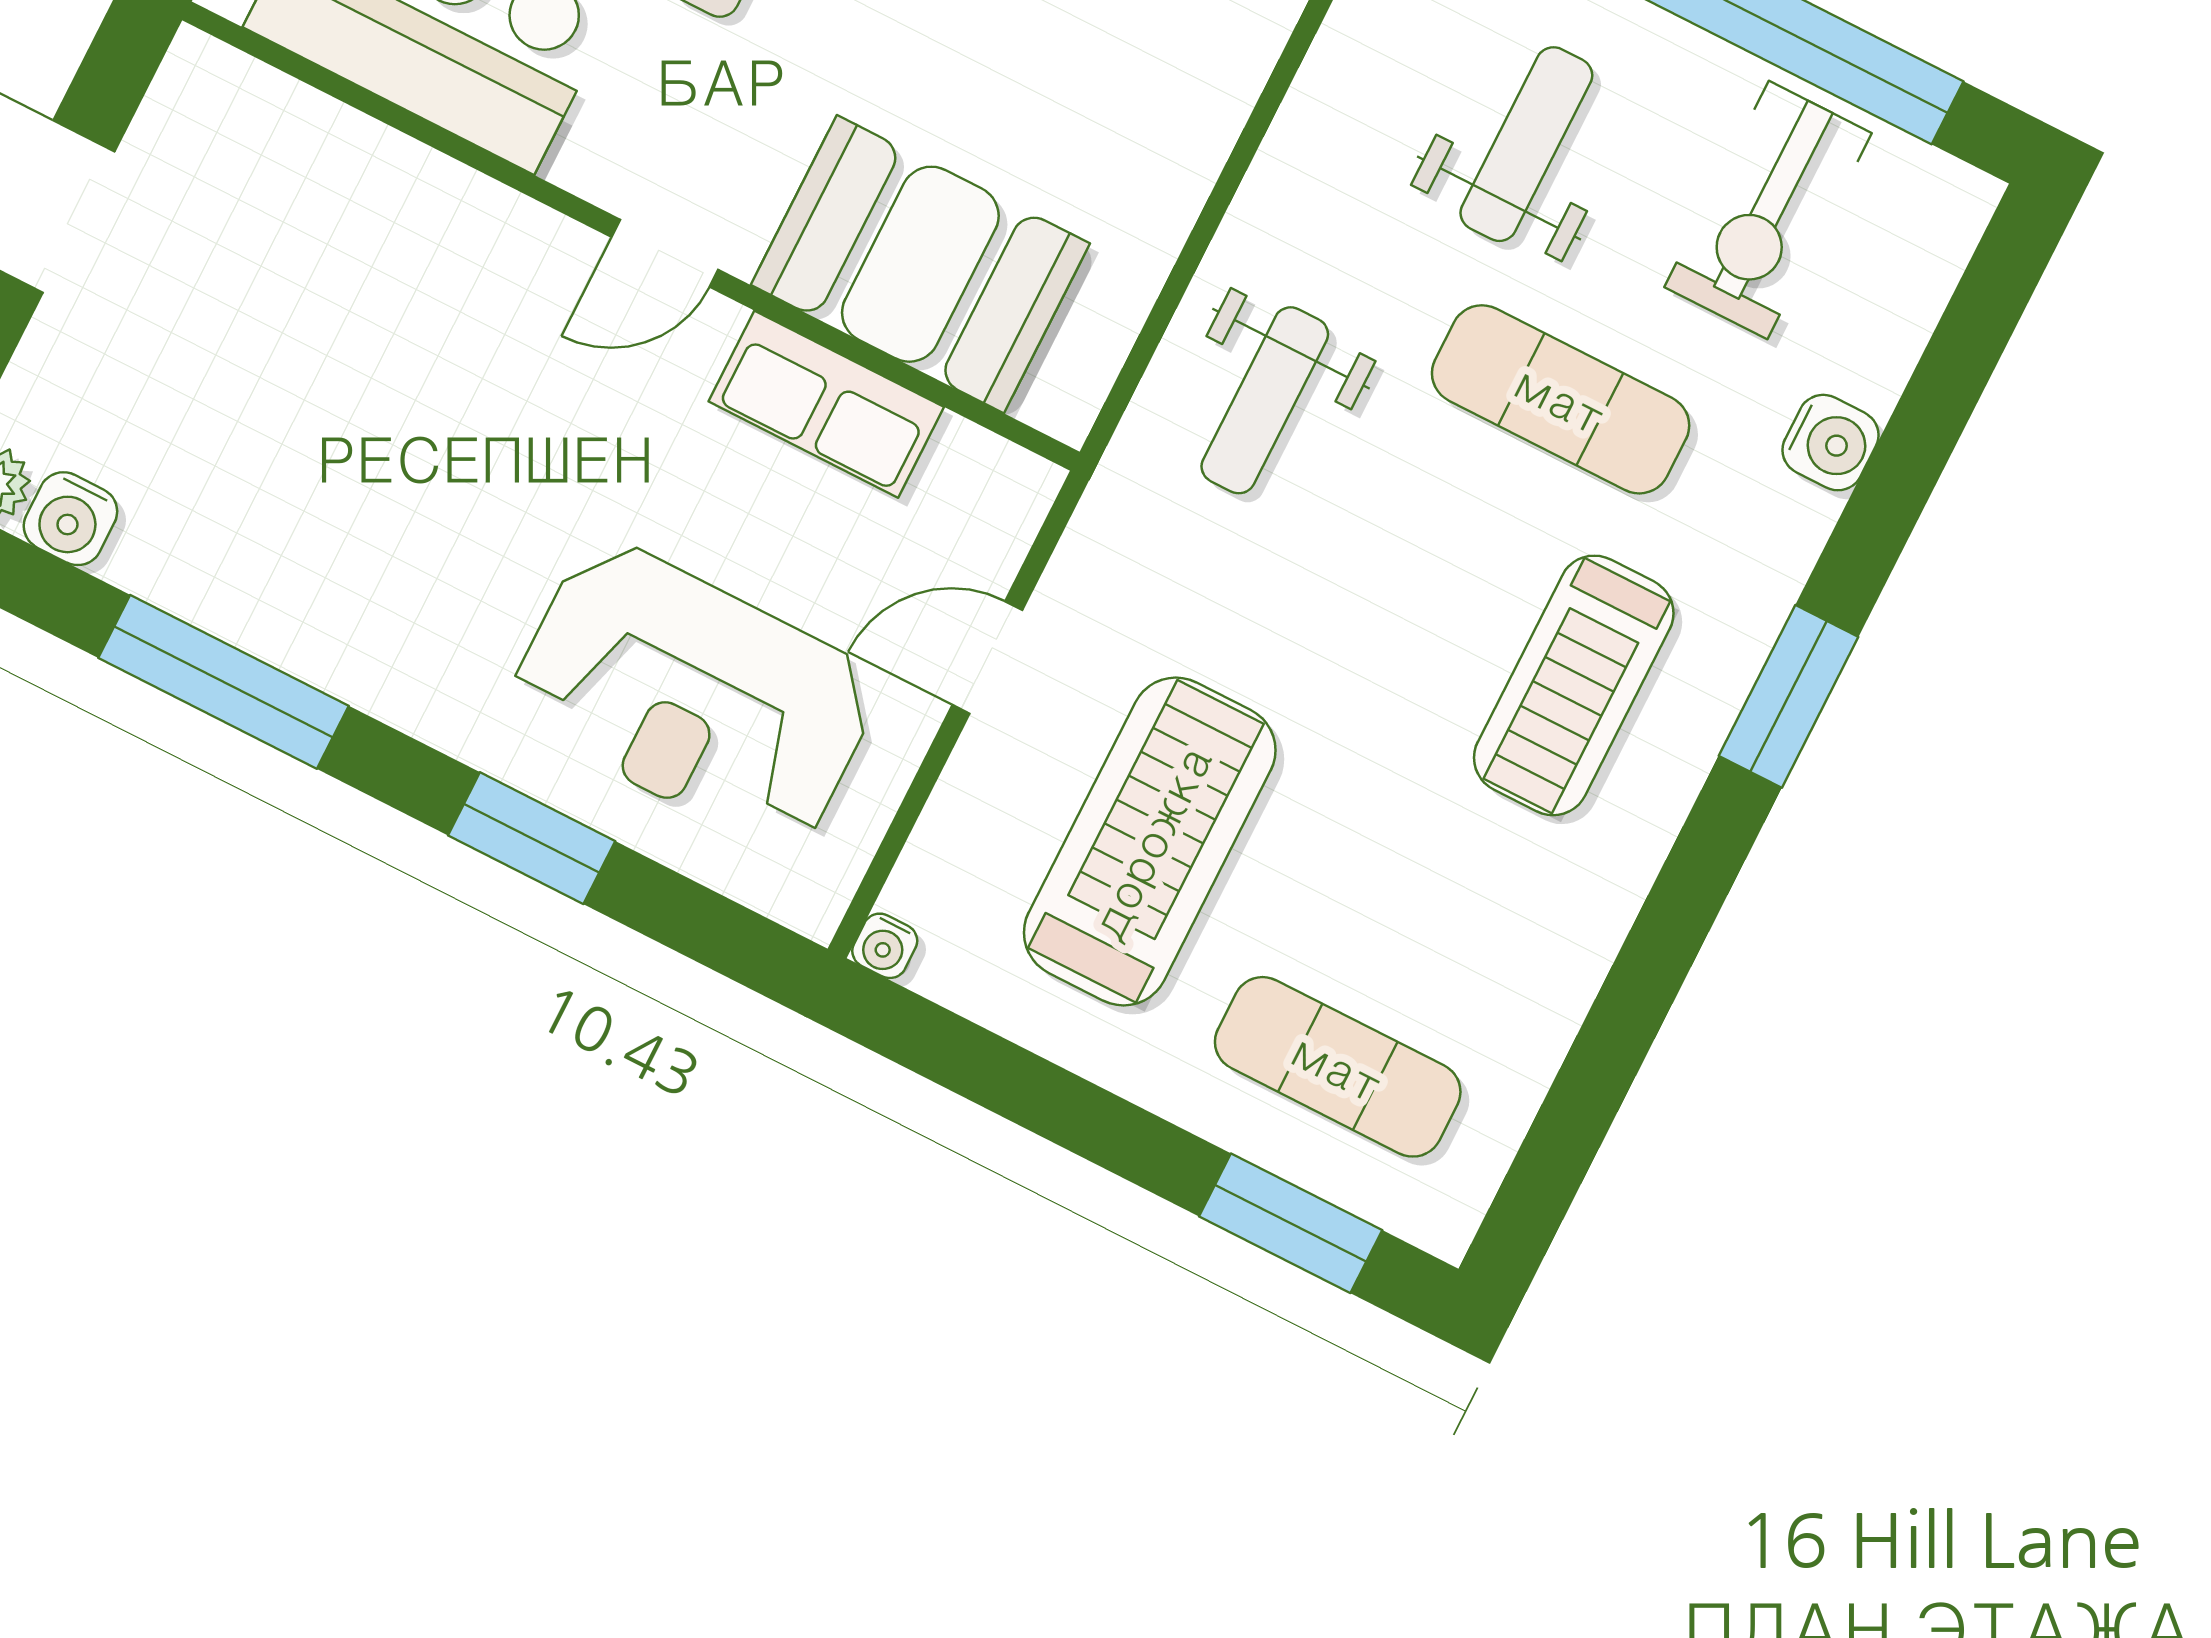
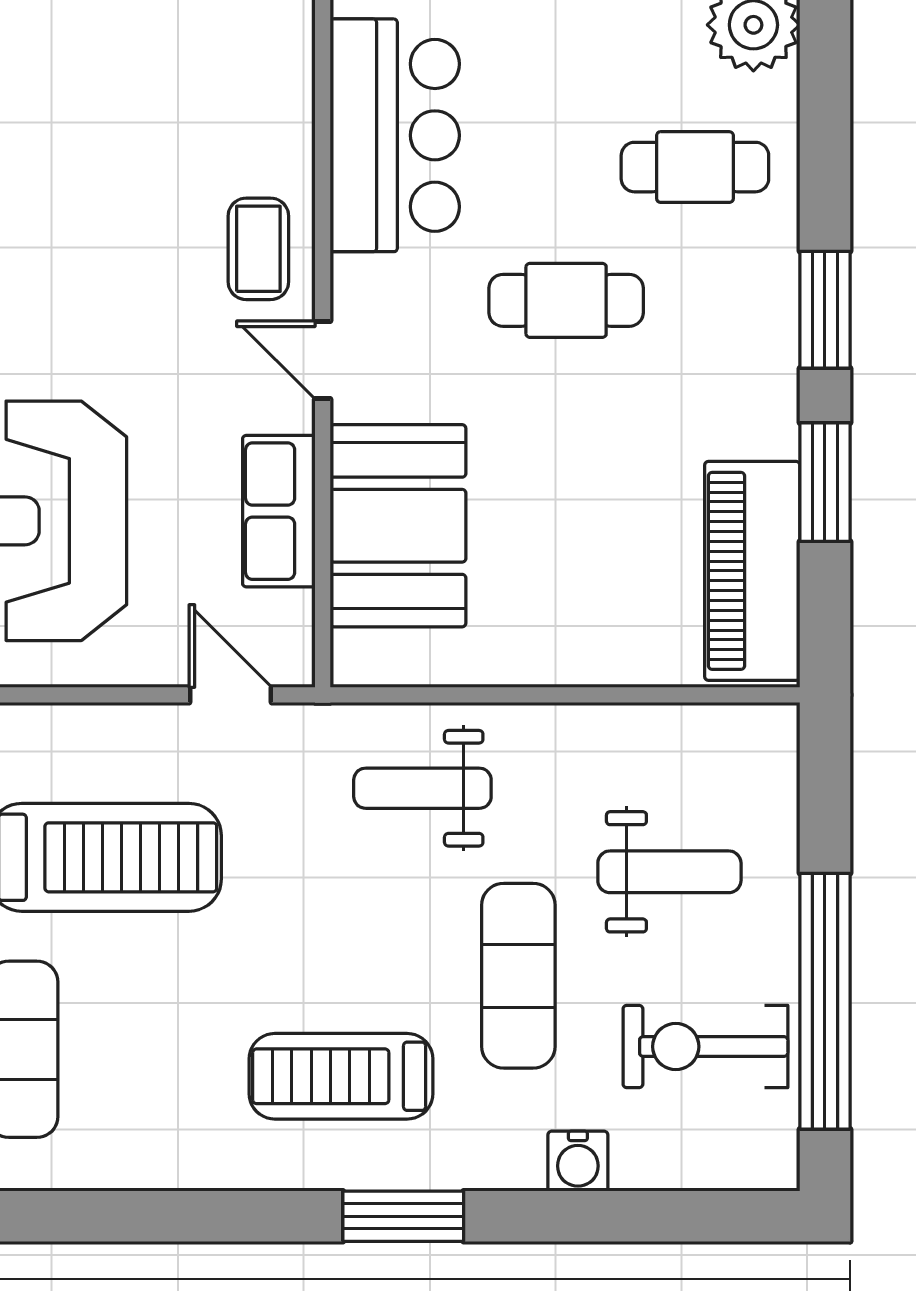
coffee table: (485, 263) -> (258, 249), added
door: (987, 657) -> (230, 695), moved

